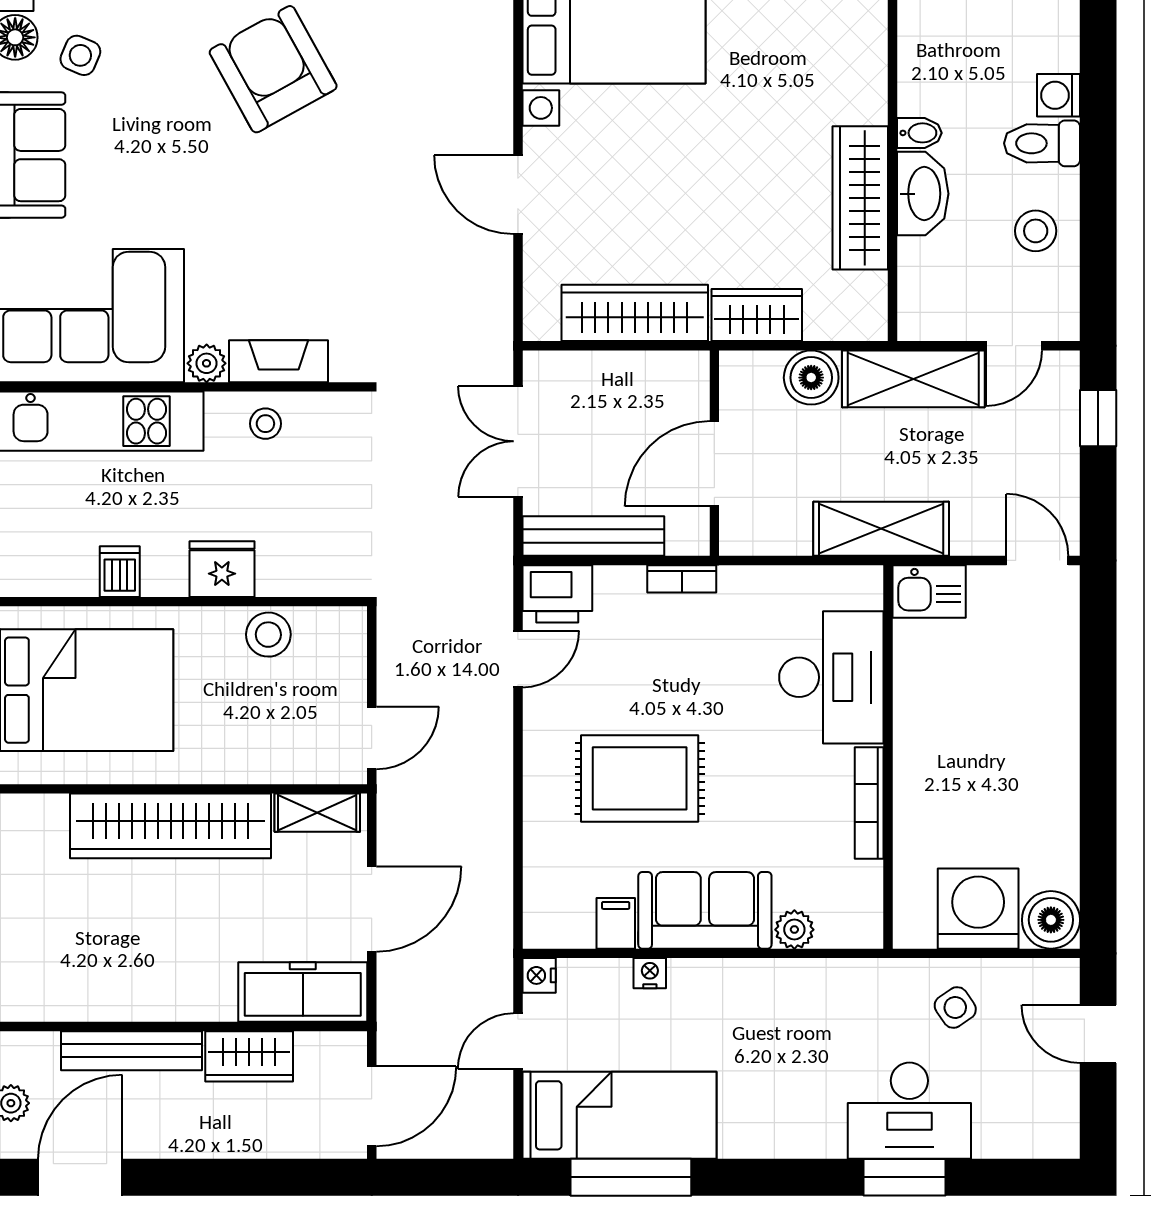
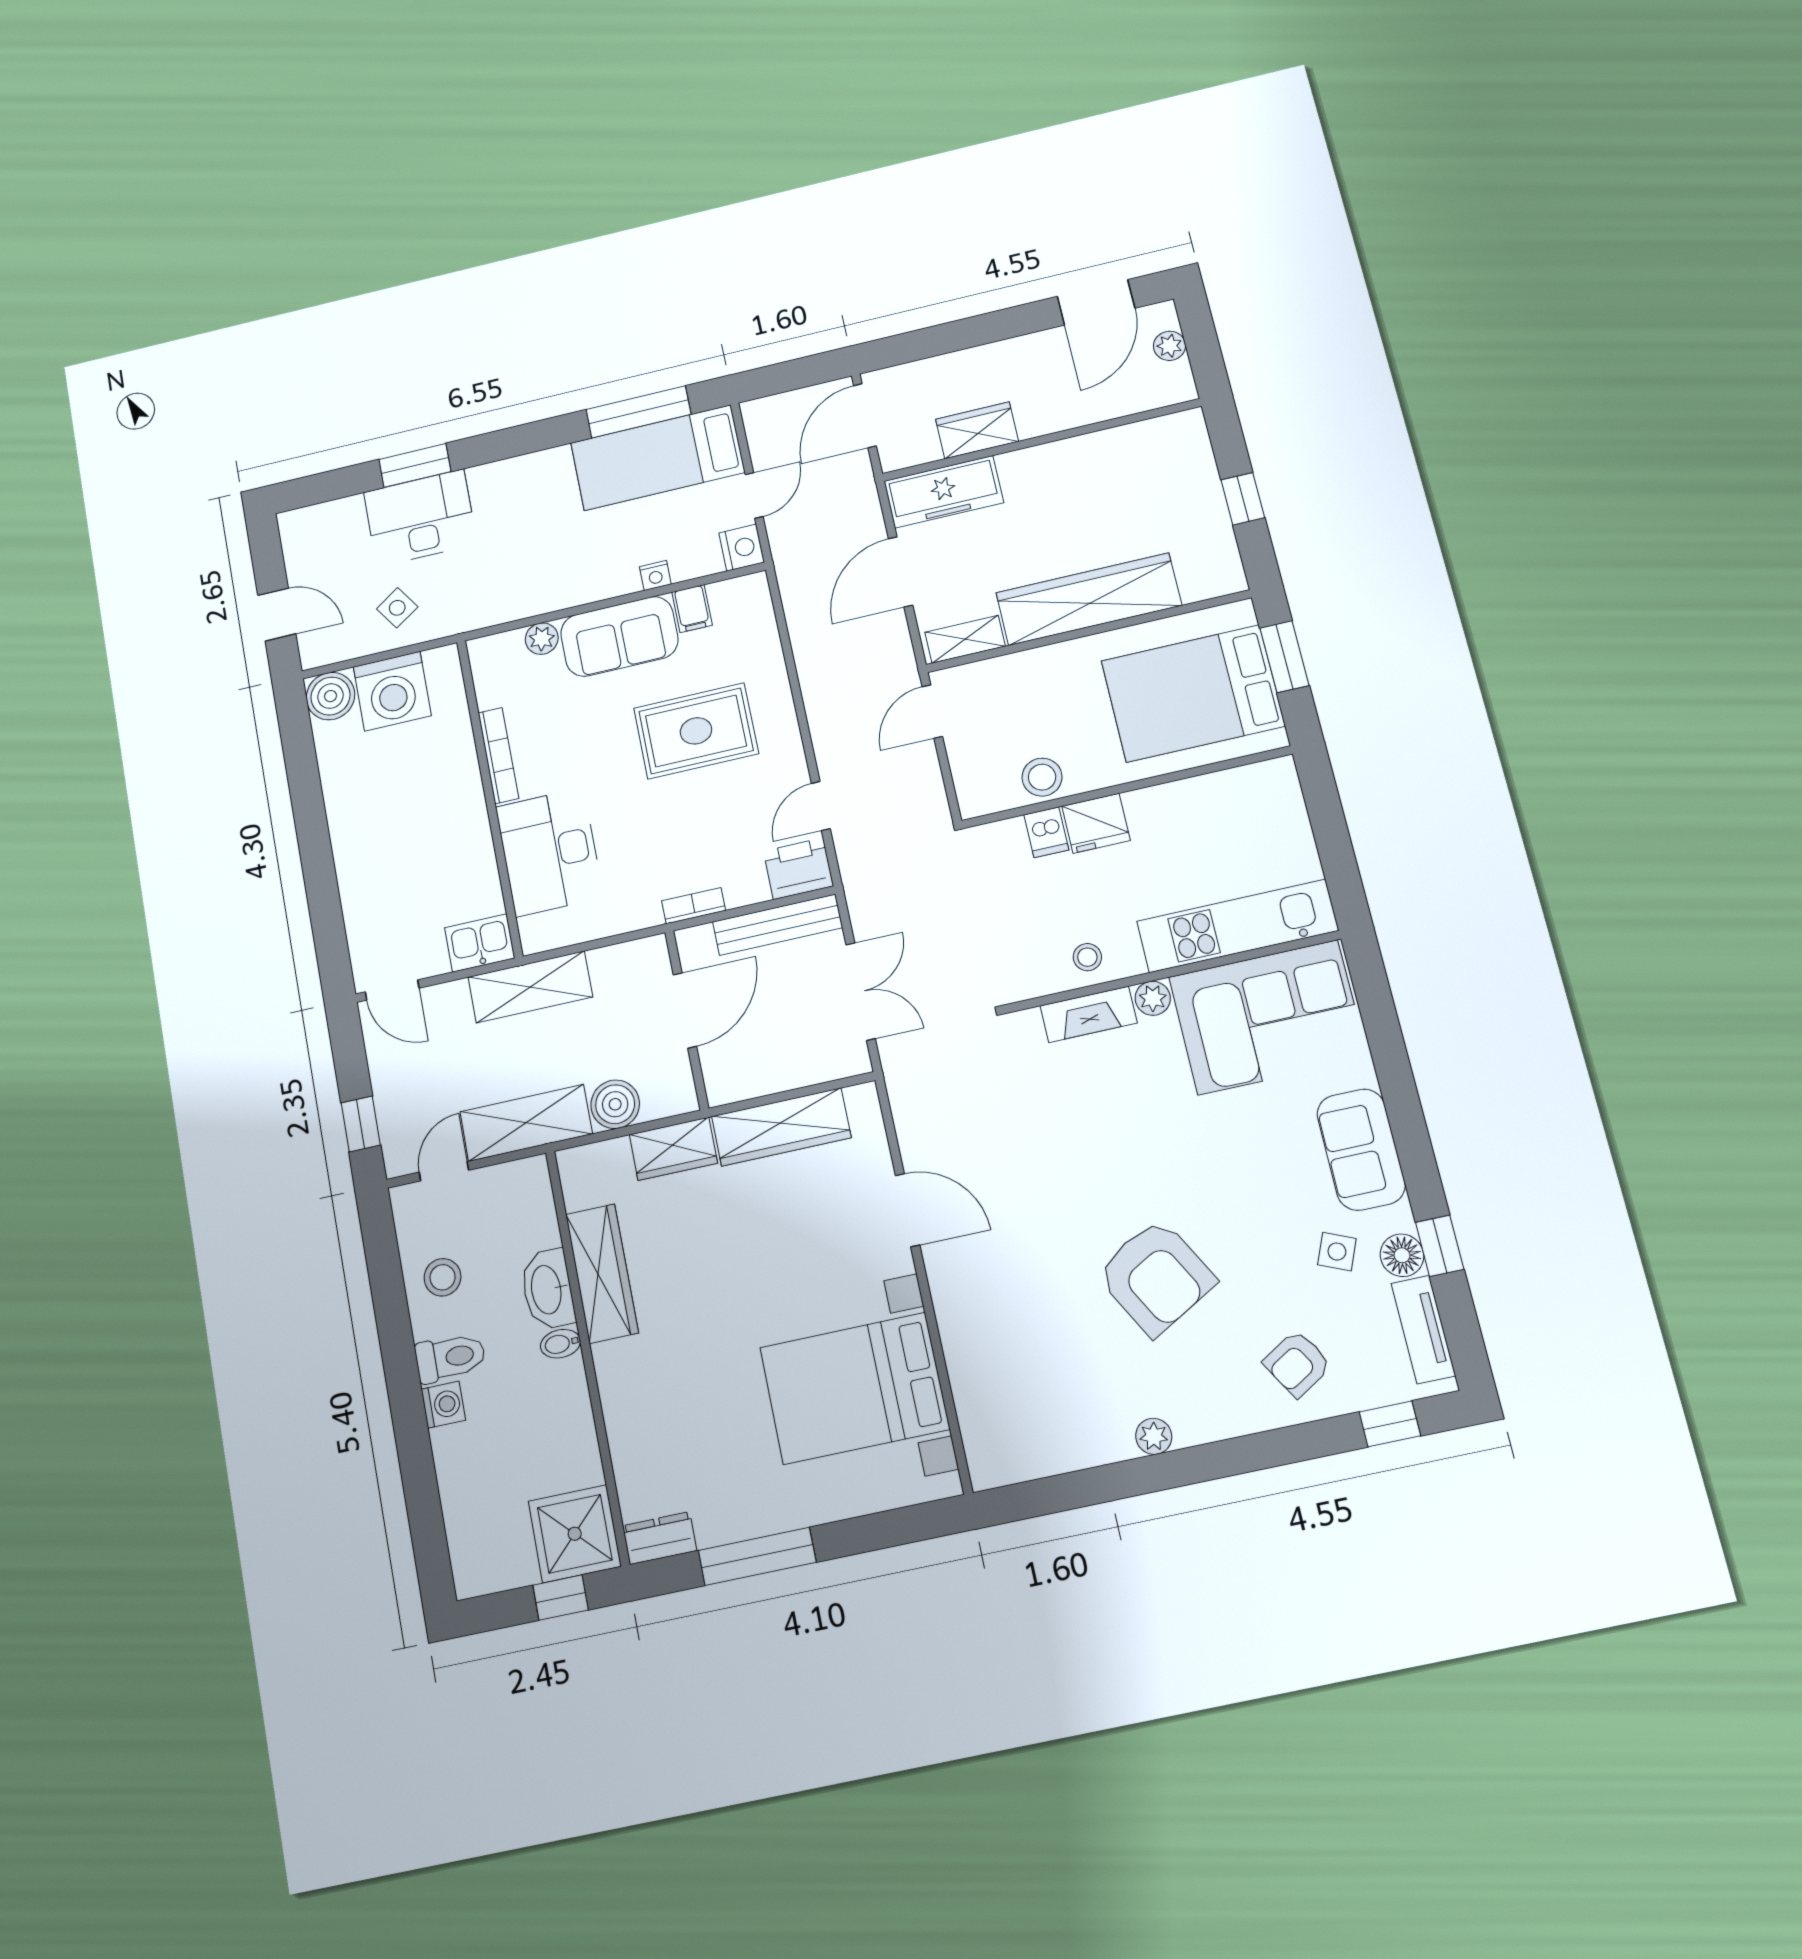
dishwasher: (120, 572) -> (1046, 832), moved
nightstand: (539, 975) -> (742, 548), width x1.39, depth x1.35
bench: (131, 1051) -> (1078, 411), removed

